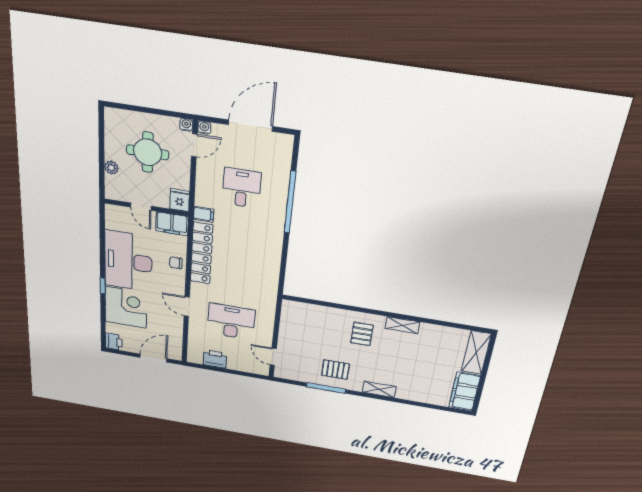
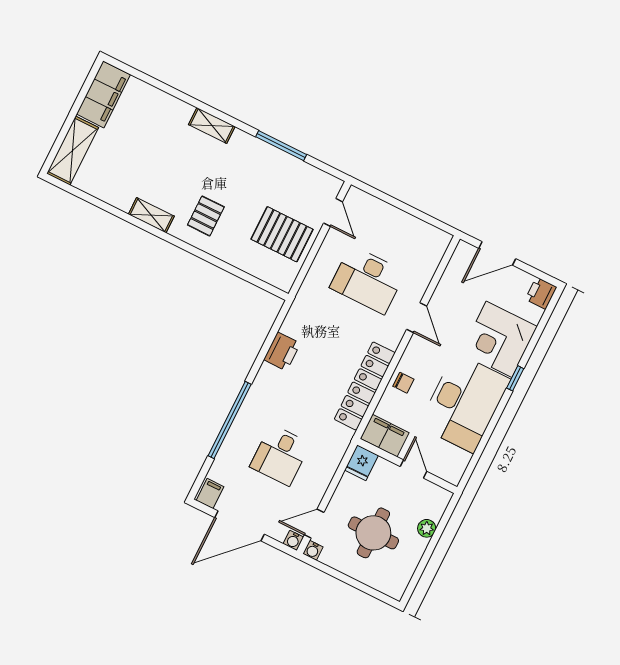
filing cabinet: (204, 214) -> (210, 494), moved, turned 90
printer: (215, 359) -> (282, 351), moved, turned -90
pallet: (335, 370) -> (282, 234), moved, width x1.50, depth x1.42

